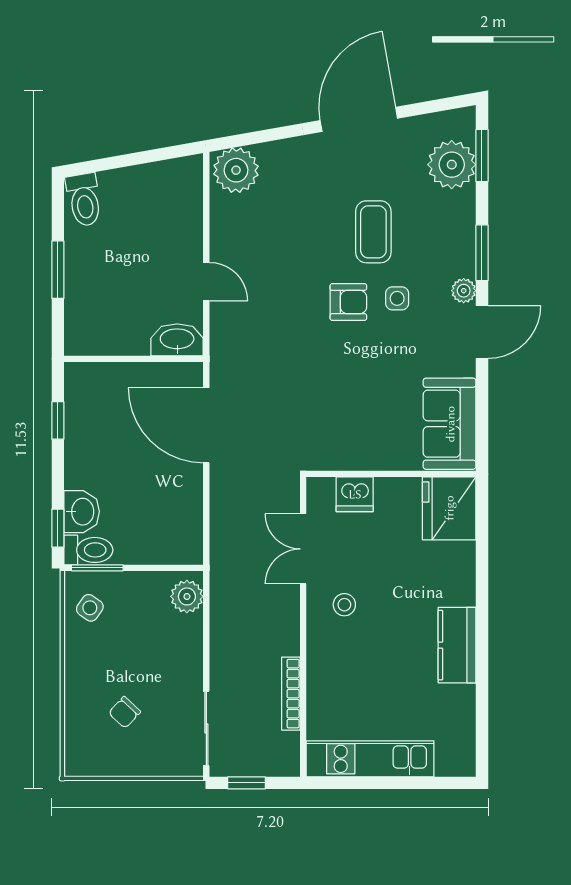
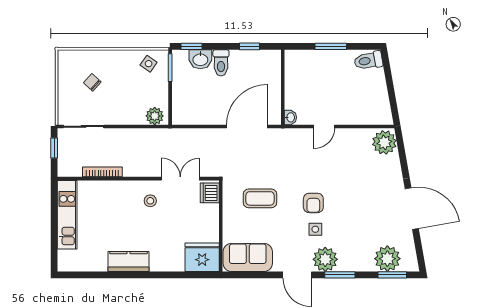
coffee table: (373, 232) -> (260, 198), moved
plant: (464, 291) -> (325, 259), width x1.87, depth x1.87
washbasin: (177, 340) -> (290, 117), width x0.52, depth x0.69
dishwasher: (355, 494) -> (210, 193), moved
toilet: (88, 550) -> (221, 63), moved

